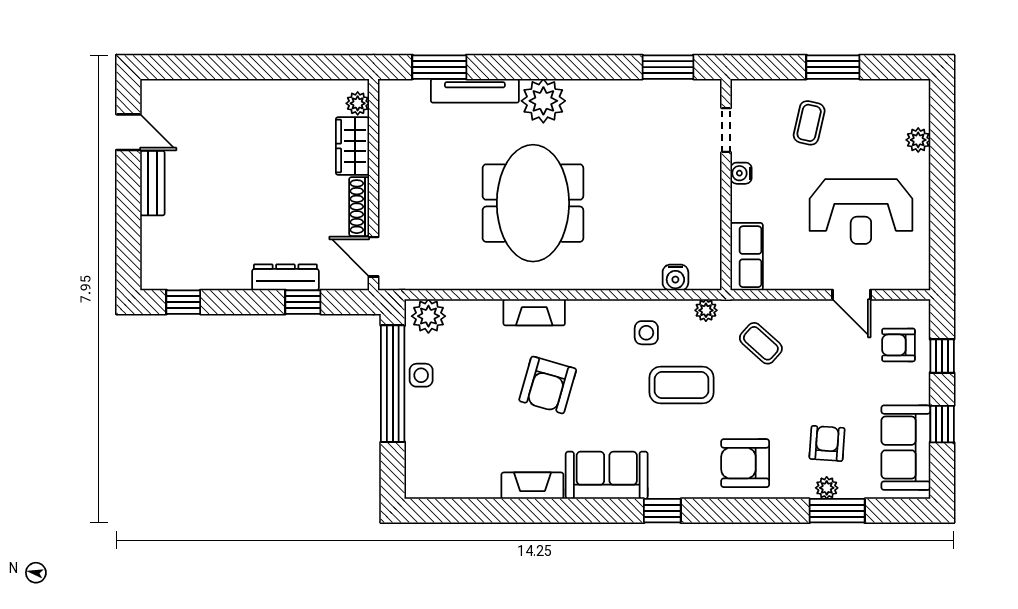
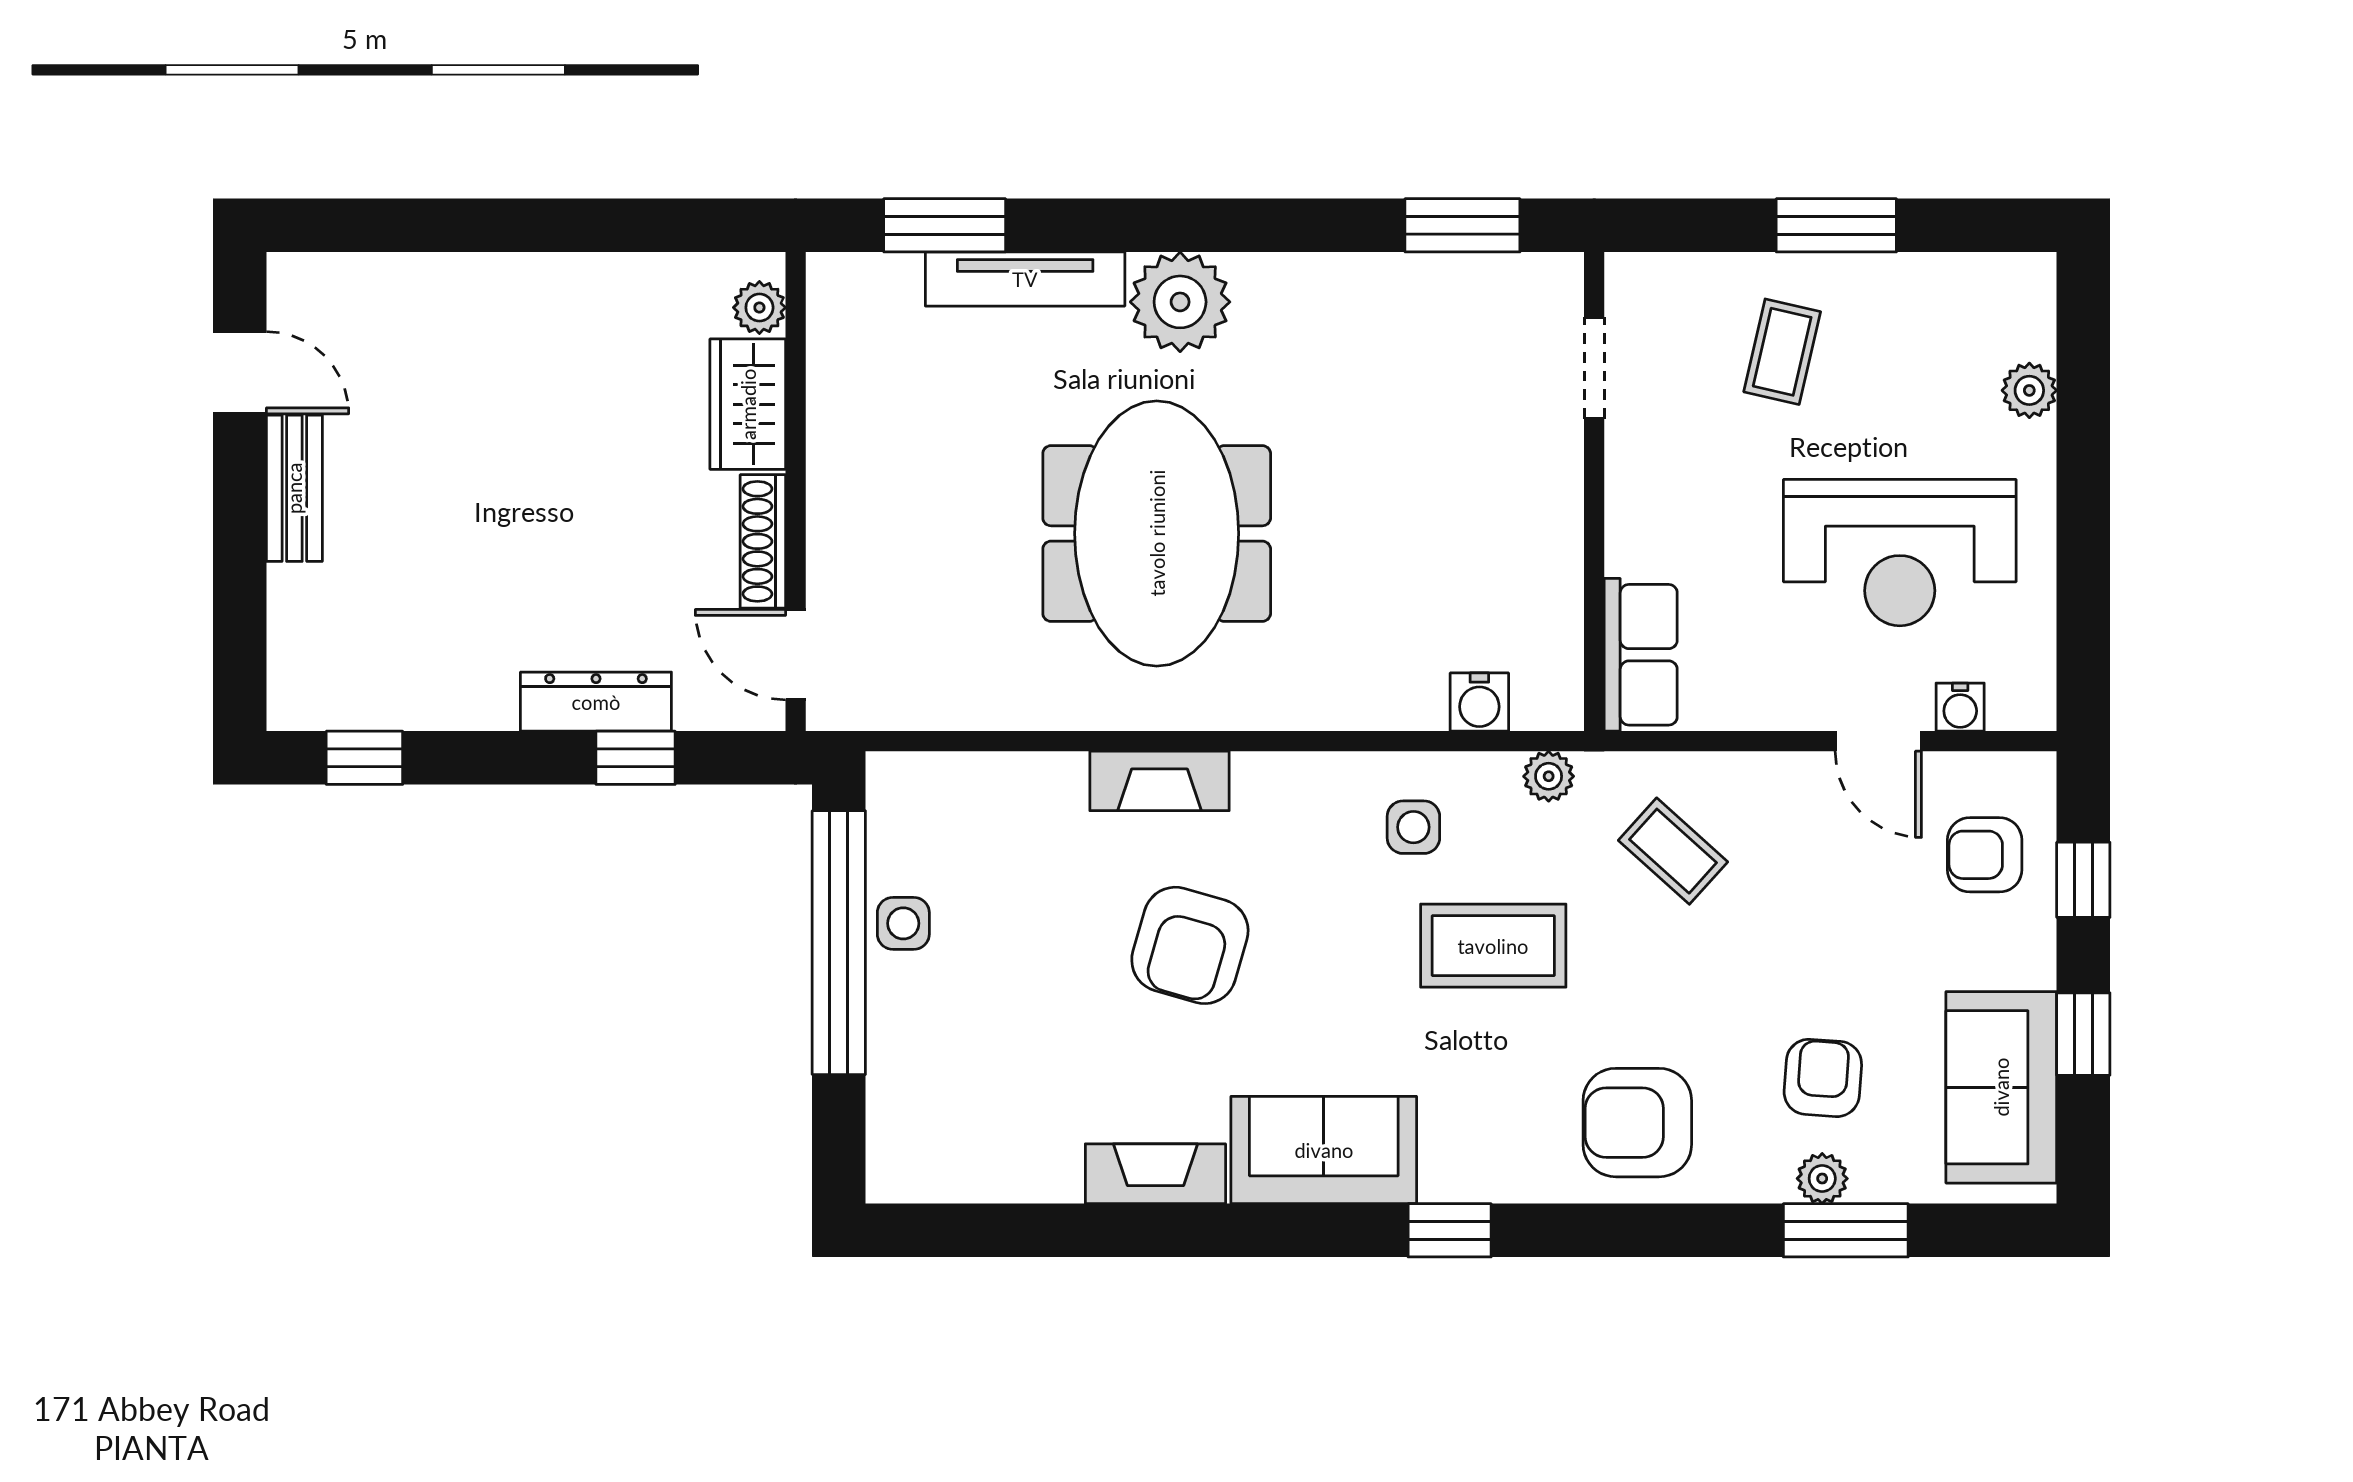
water cooler: (741, 173) -> (1960, 707), moved, turned -90
plant: (428, 316) -> (920, 789), removed

